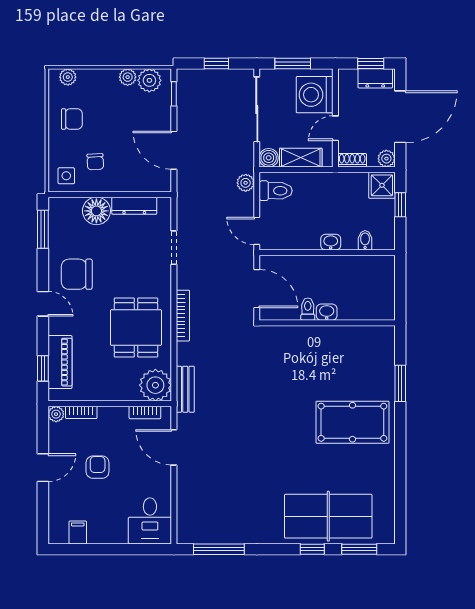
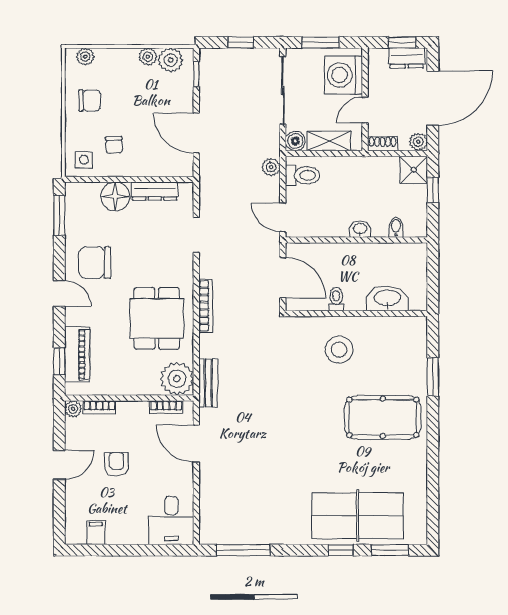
washbasin: (327, 312) -> (387, 298), moved, width x1.91, depth x1.45
stool: (310, 357) -> (339, 350), added

